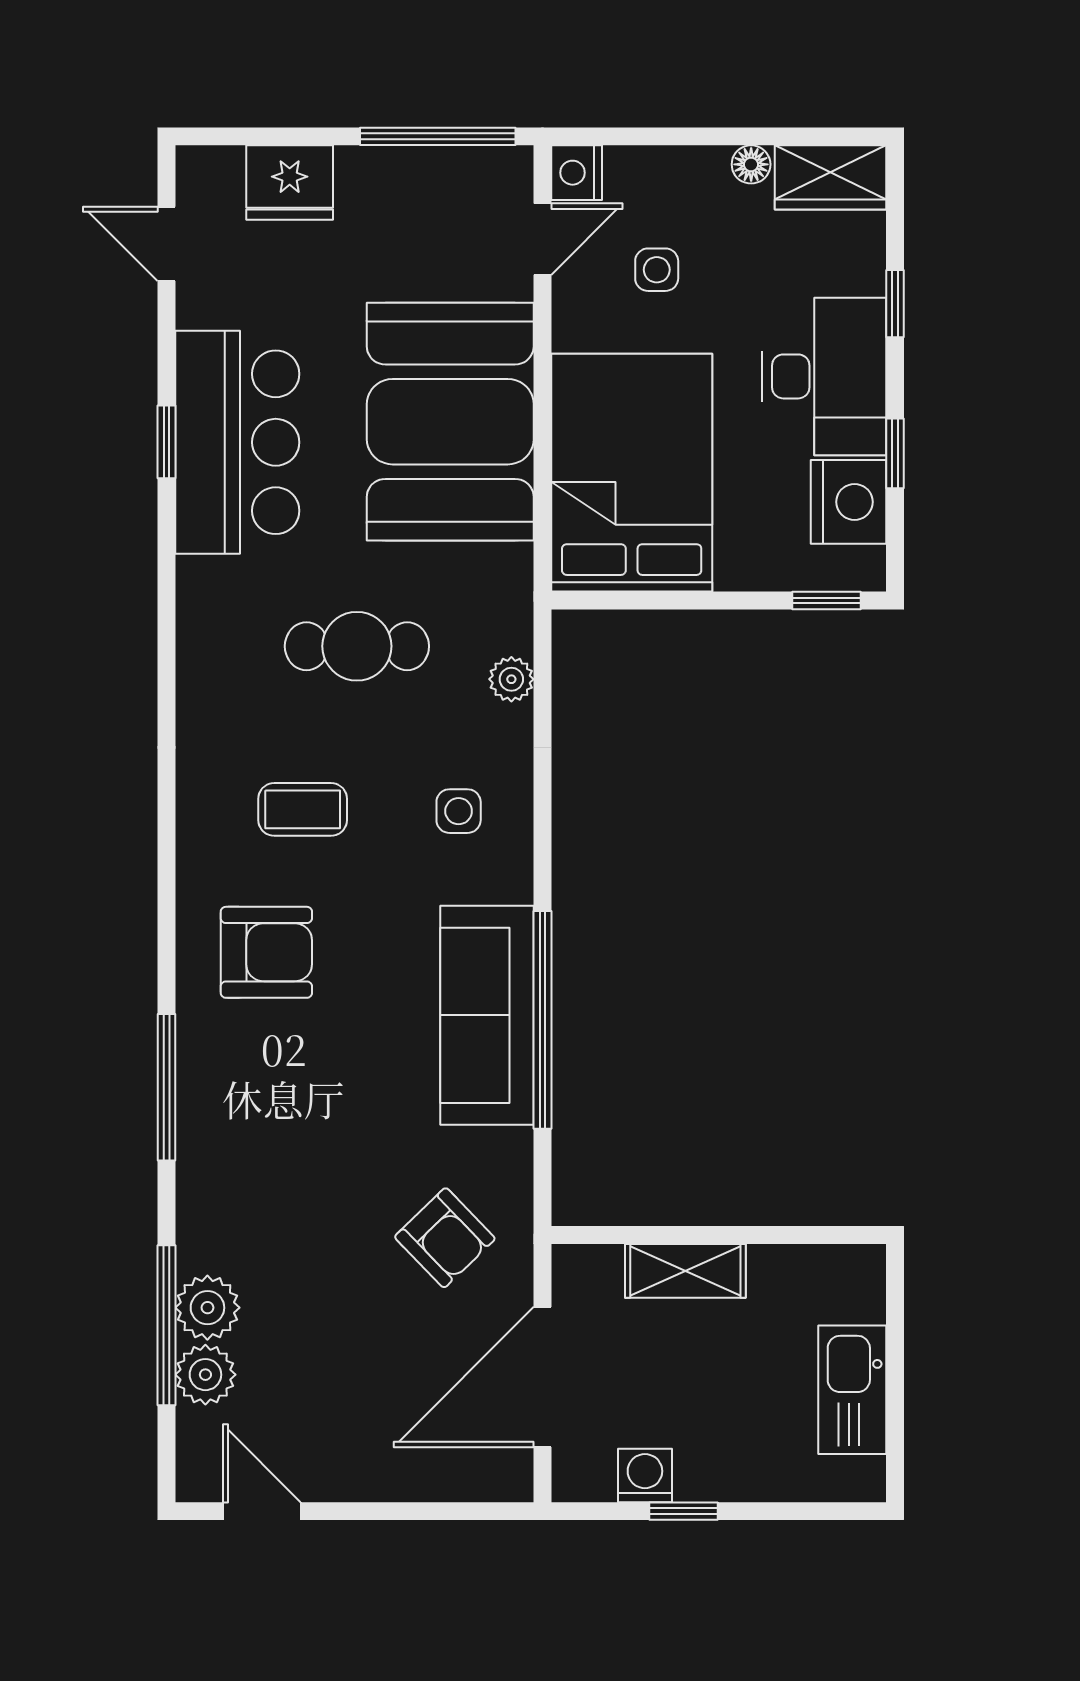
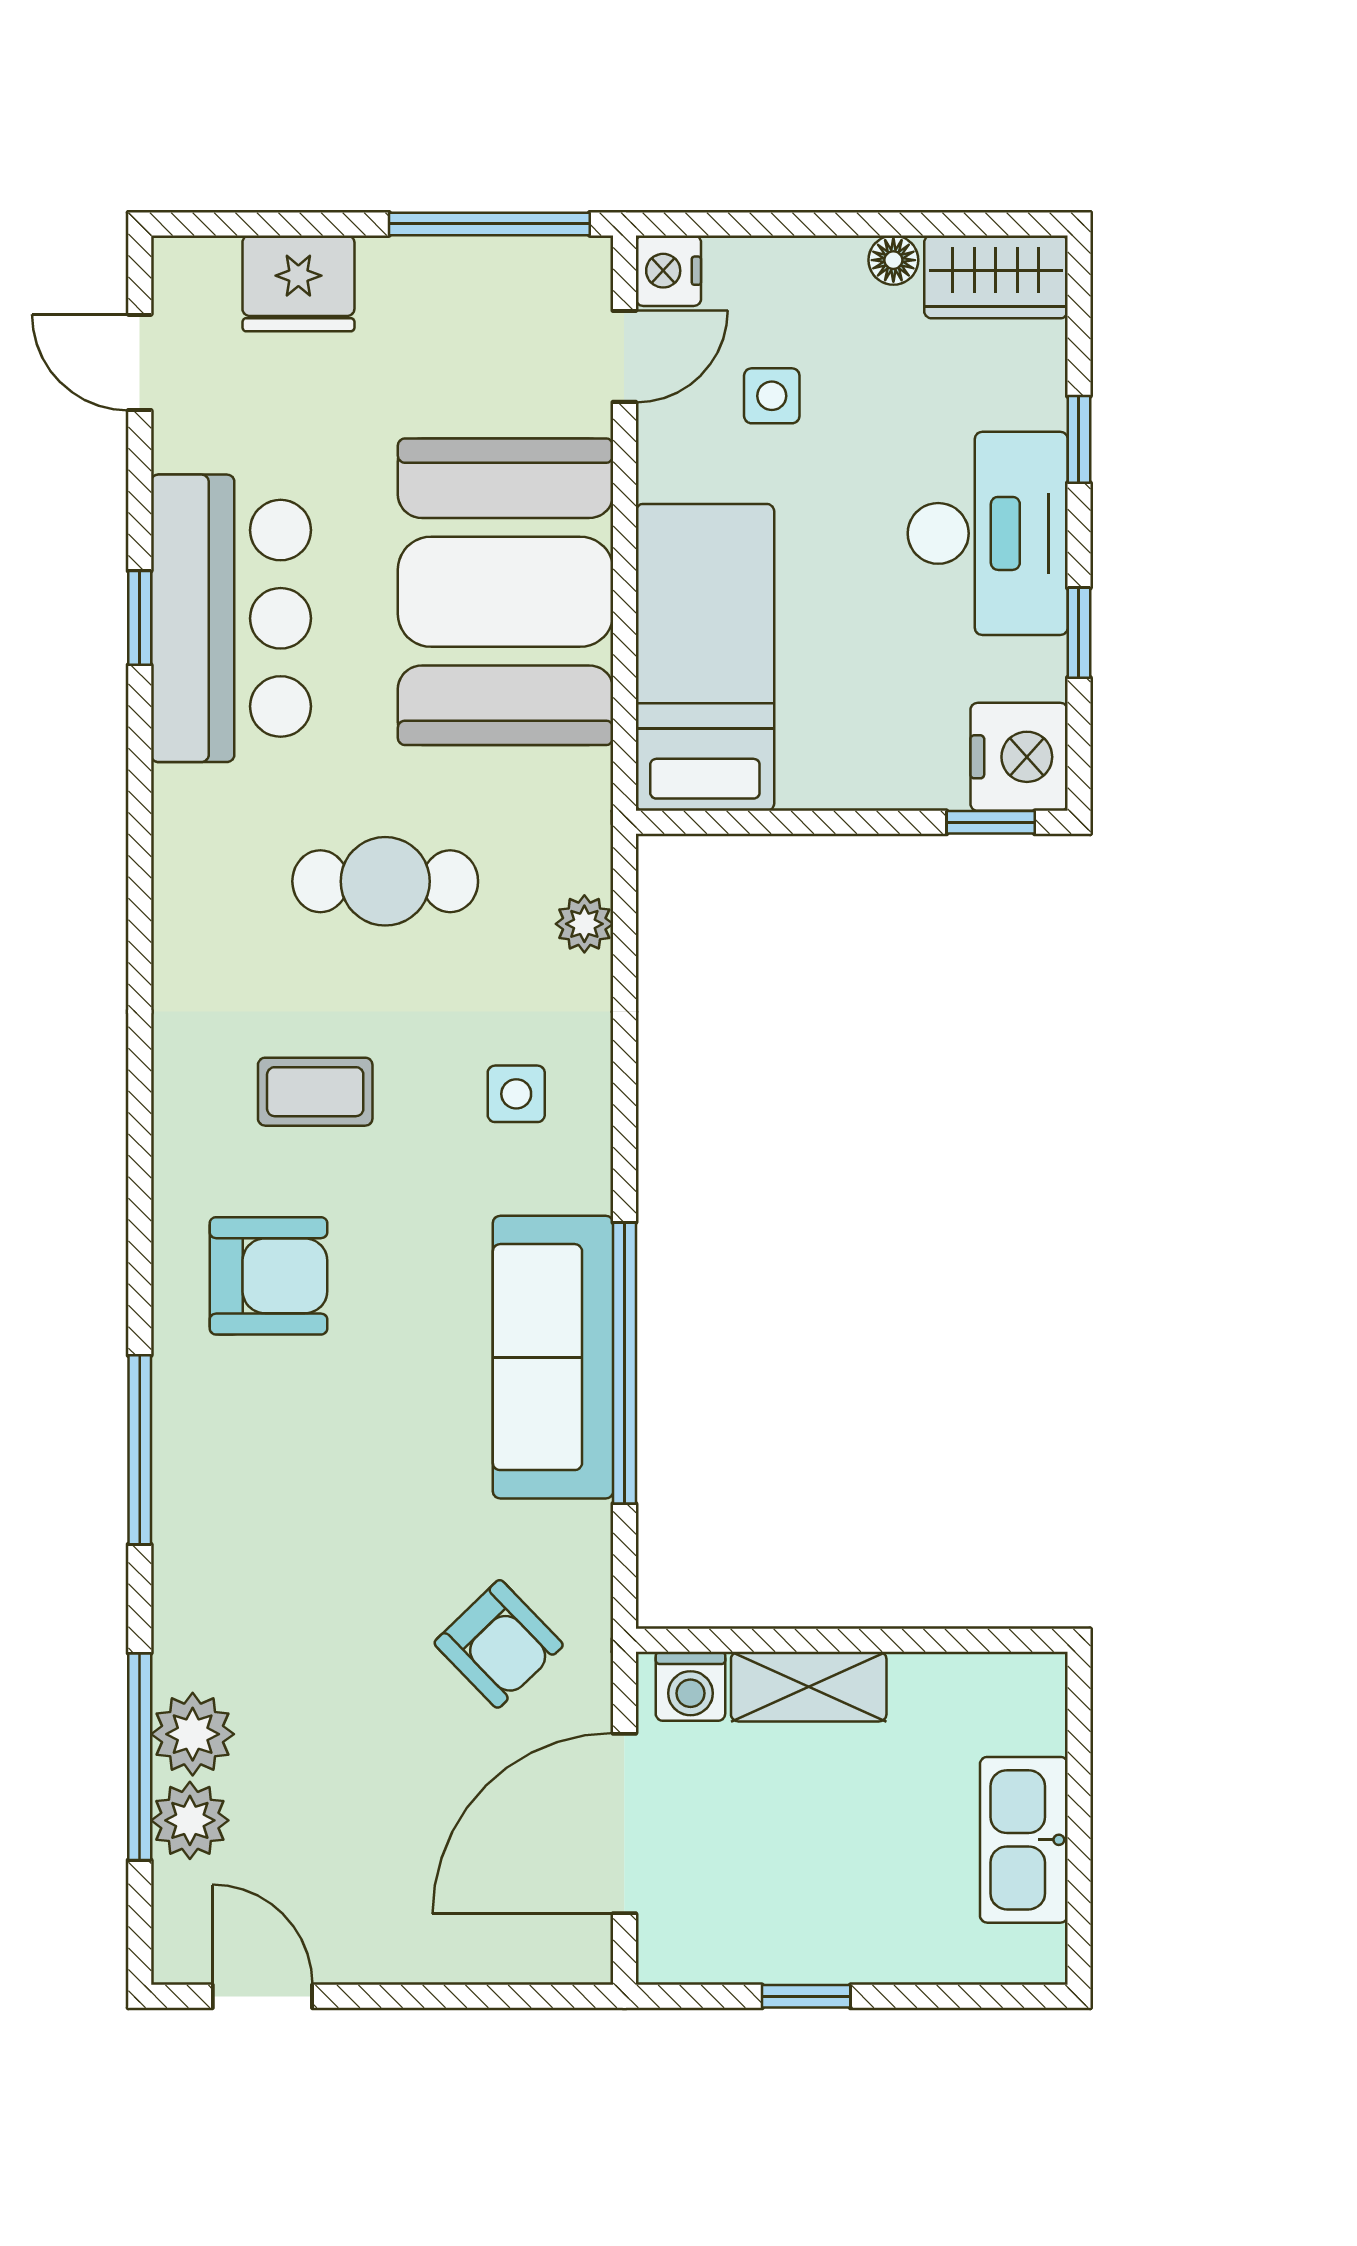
bed: (632, 473) -> (705, 657), width x0.67
nightstand: (849, 502) -> (1019, 757), moved
washing machine: (645, 1475) -> (690, 1686), moved, turned 180

